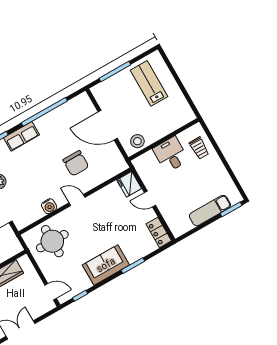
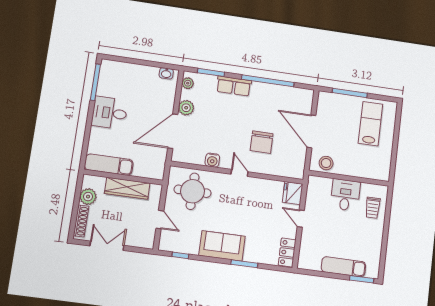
door: (51, 292) -> (160, 220), moved

